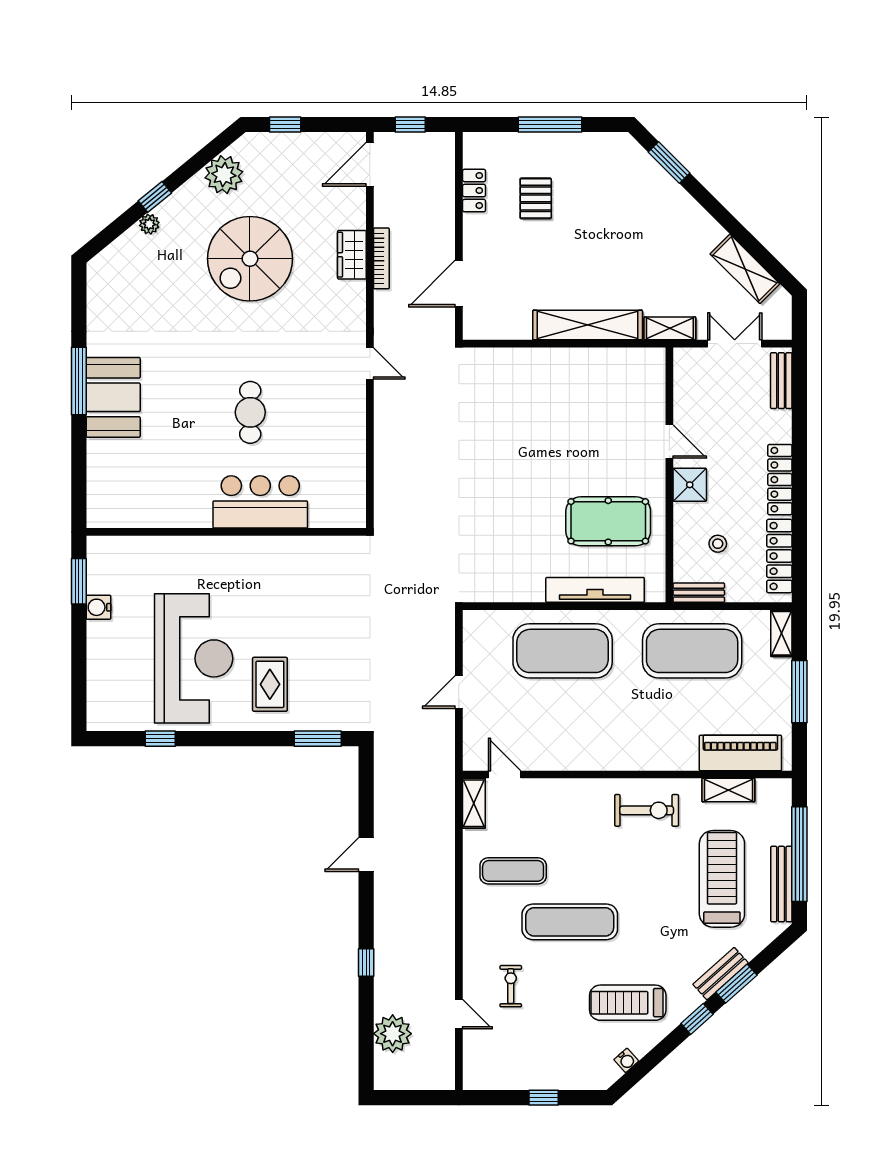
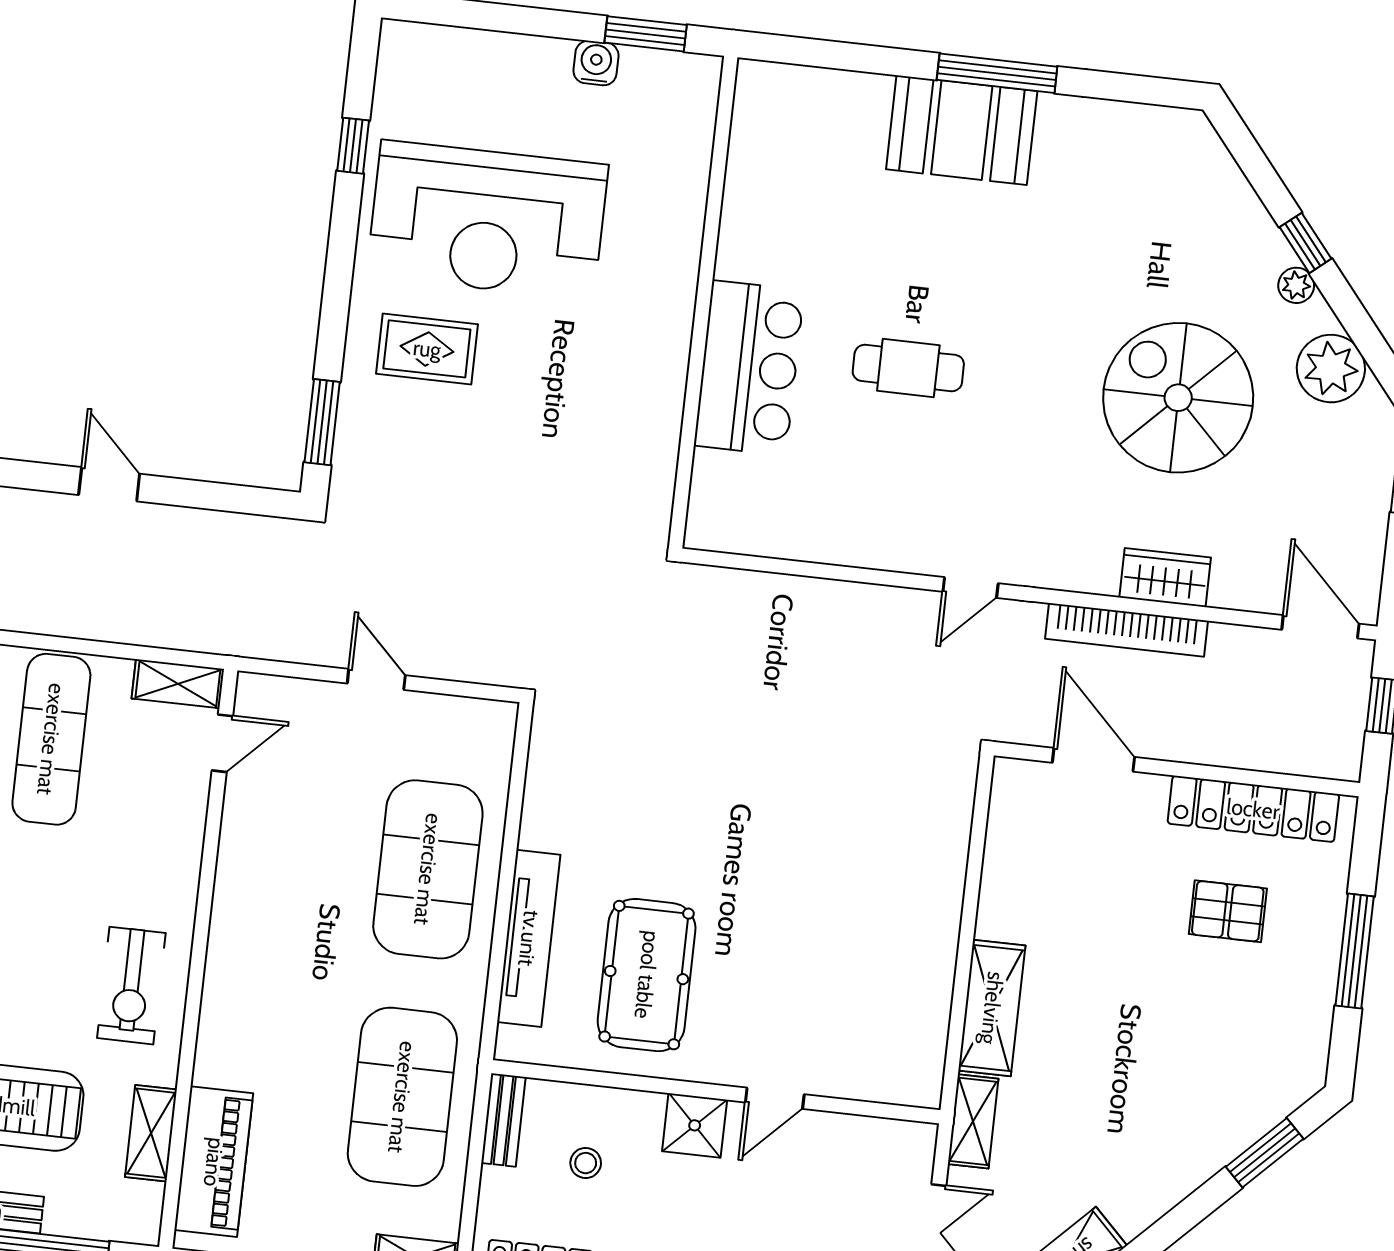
locker: (474, 191) -> (1253, 809), width x2.16, depth x1.21
plant: (149, 224) -> (1296, 285), moved
bookcase: (381, 258) -> (1127, 630), width x1.48, depth x1.31
shelving: (588, 325) -> (992, 1008), width x0.68
exercise mat: (513, 871) -> (51, 739), width x1.36, depth x1.45

